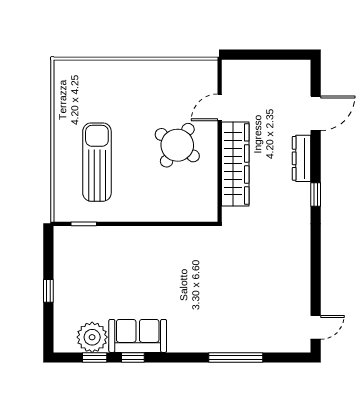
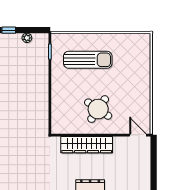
door: (220, 107) -> (138, 135), moved
plant: (61, 261) -> (27, 38), added

